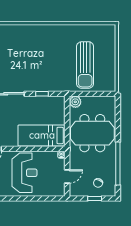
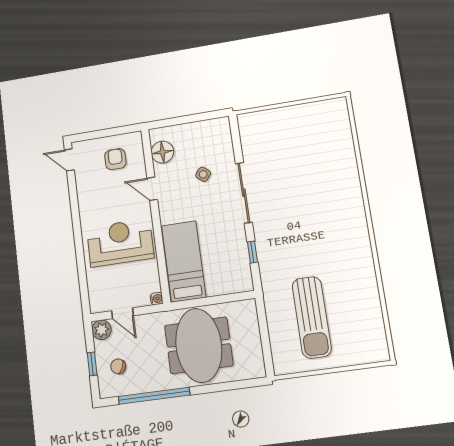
sun lounger: (85, 65) -> (312, 317), turned -90
plant: (75, 102) -> (102, 330), moved
reception desk: (25, 173) -> (120, 243), turned 180

